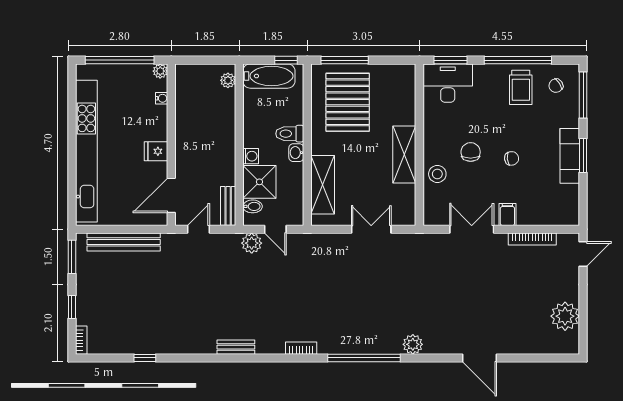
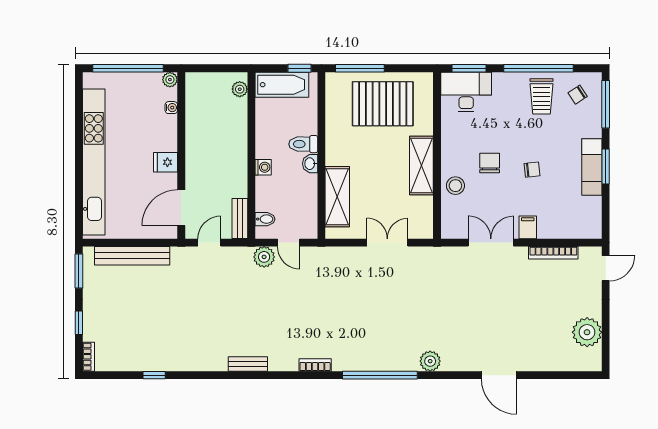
pallet: (348, 102) -> (383, 104), moved, turned 90
shower: (259, 182) -> (272, 194), removed

